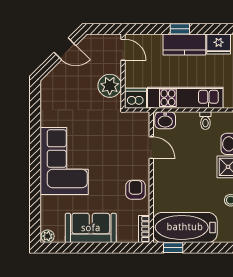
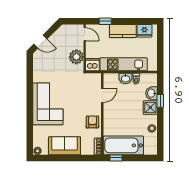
window: (180, 29) -> (105, 21), moved
door: (65, 49) -> (40, 42), moved
washbasin: (165, 120) -> (126, 78), moved
door: (151, 148) -> (102, 96), hinge flipped

